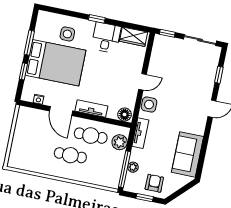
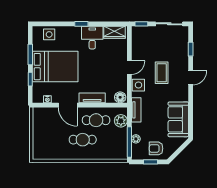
side table: (67, 34) -> (49, 34), moved
coffee table: (179, 96) -> (162, 73), added
armchair: (154, 183) -> (156, 148), turned -90

